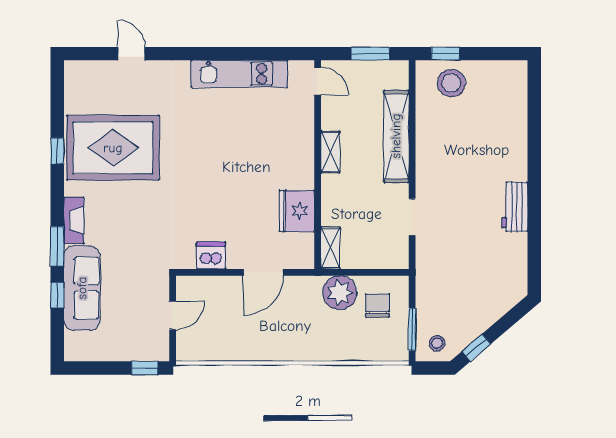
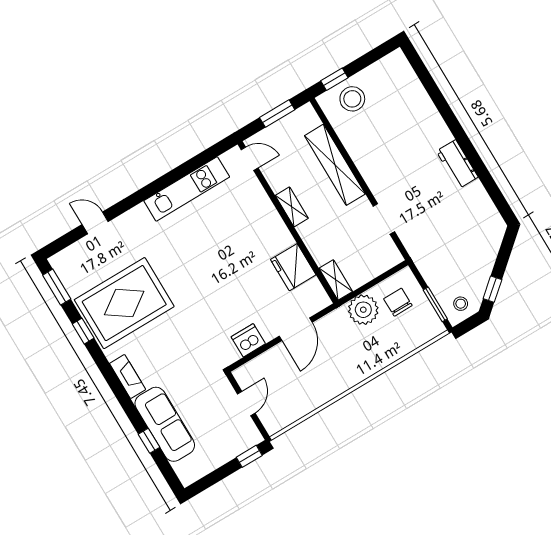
window: (57, 246) -> (57, 287), moved

